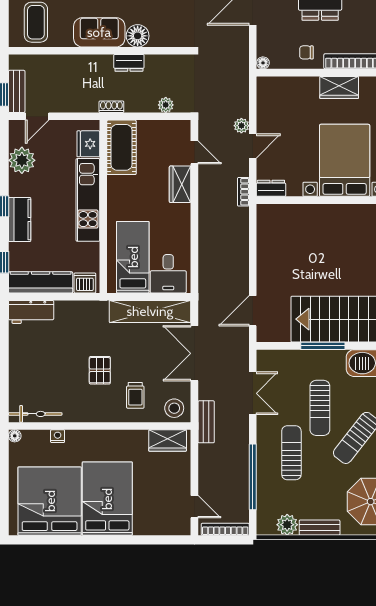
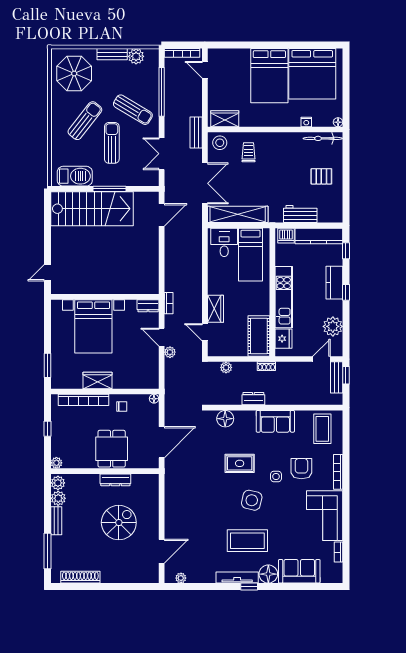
floor lamp: (138, 36) -> (225, 419), moved
door: (253, 146) -> (162, 337), hinge flipped
workbench: (31, 312) -> (300, 214), moved
pallet: (100, 370) -> (321, 176), moved, turned 90
sun lounger: (291, 453) -> (133, 110), turned -59

